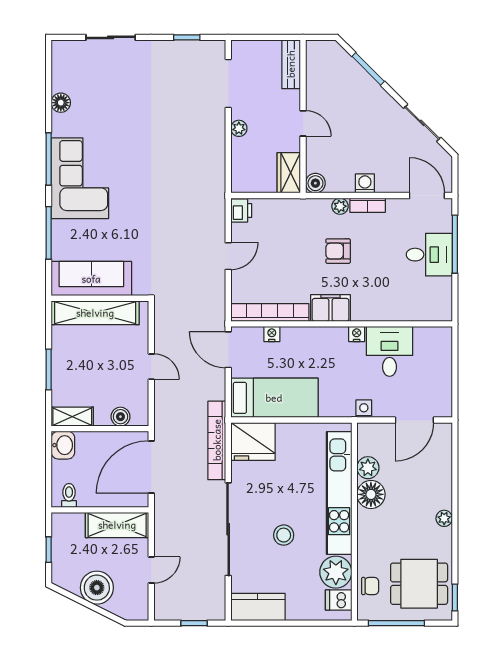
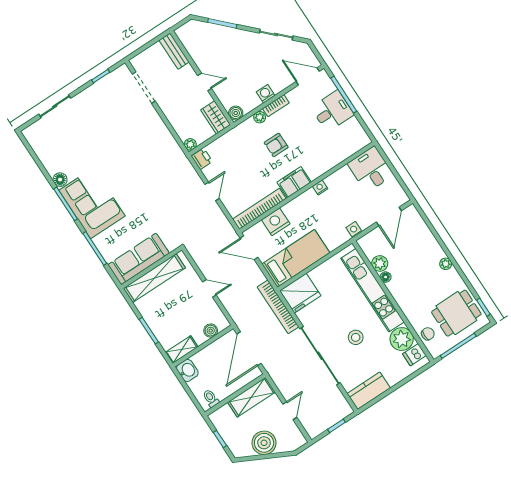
floor lamp: (61, 103) -> (60, 180), moved
plant: (239, 128) -> (190, 144), moved
nightstand: (272, 334) -> (276, 222), width x1.89, depth x1.79
desk: (390, 351) -> (371, 169), moved
floor lamp: (371, 494) -> (386, 277), width x0.53, depth x0.53

